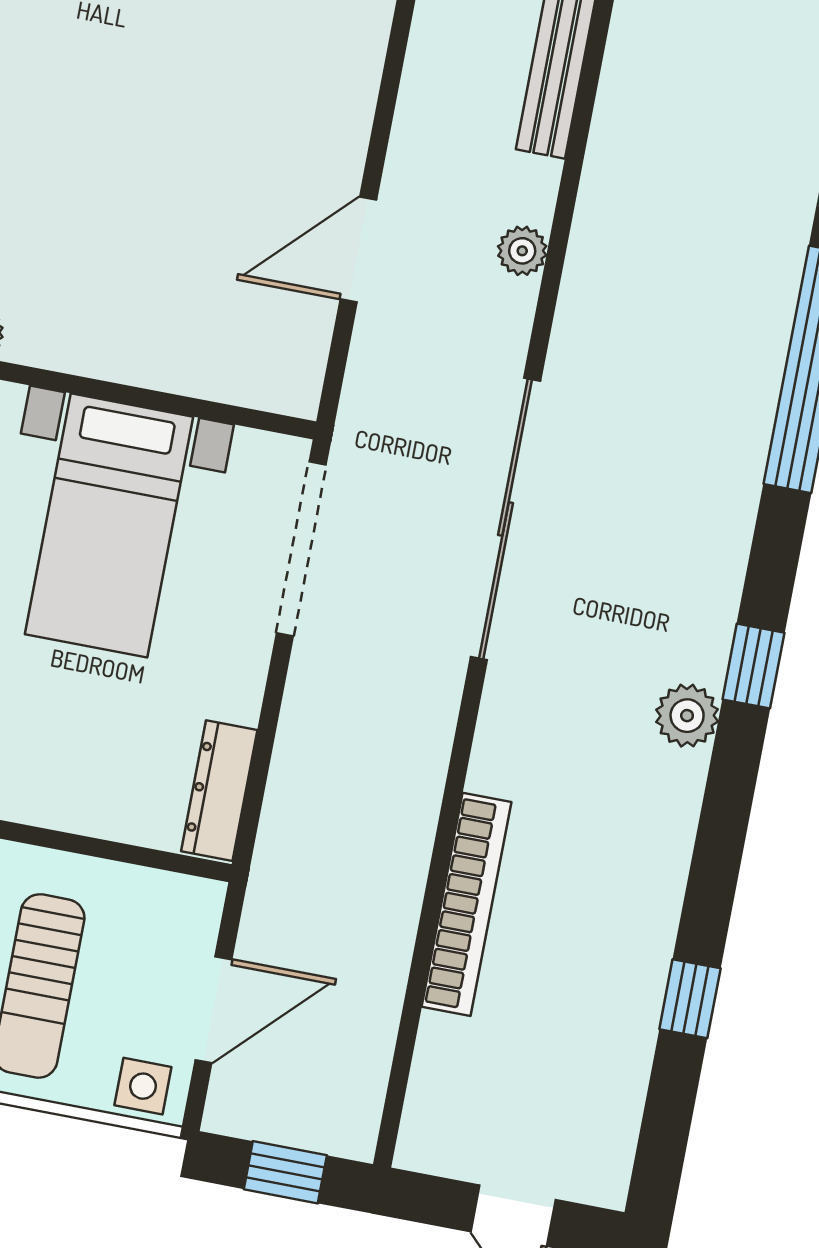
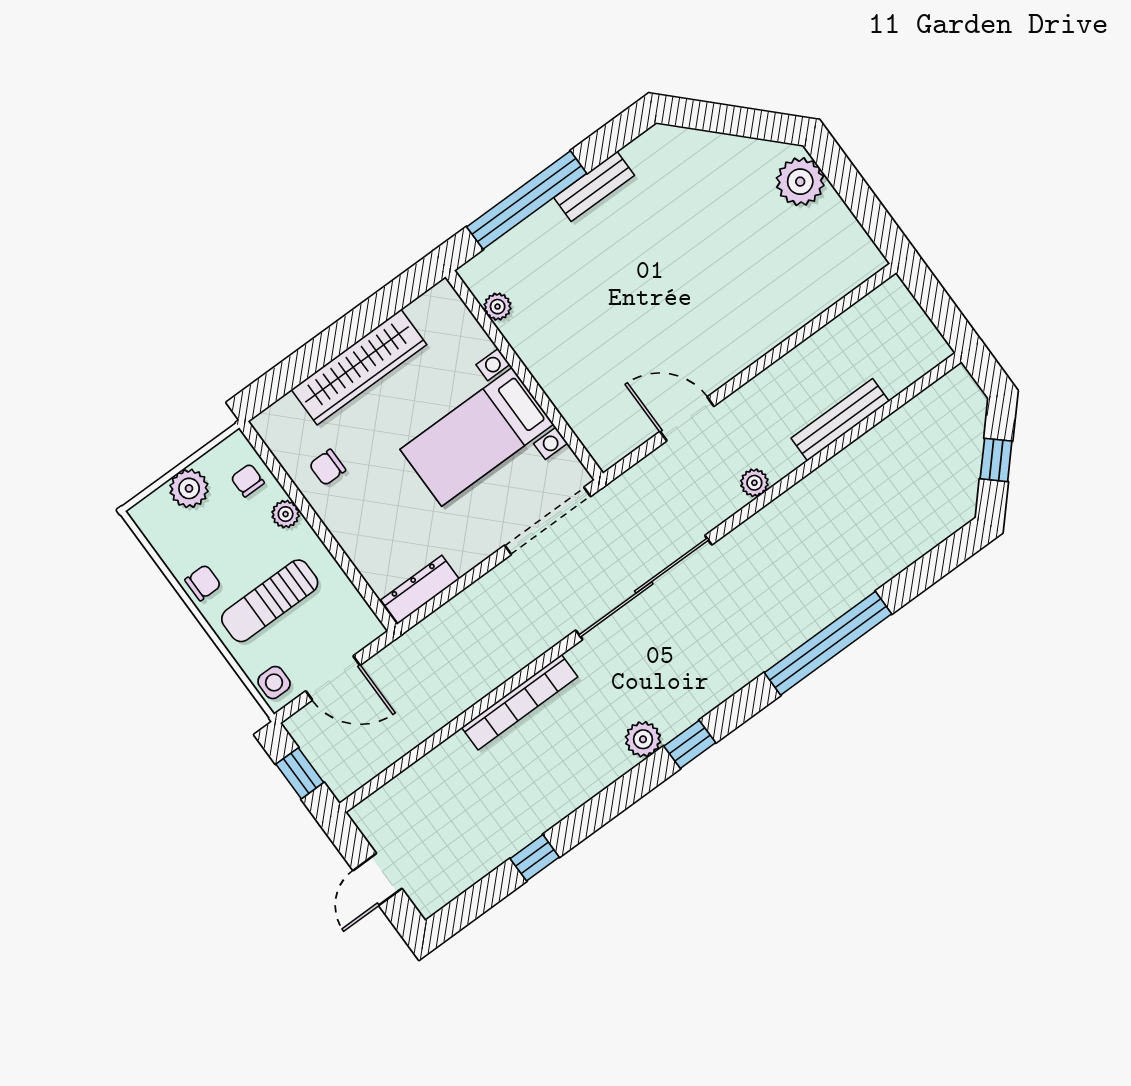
bookcase: (467, 904) -> (520, 702), moved

